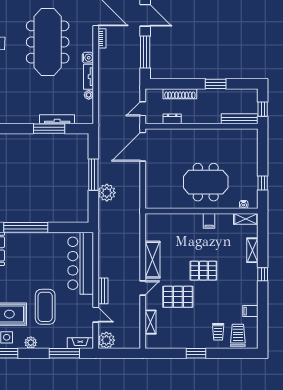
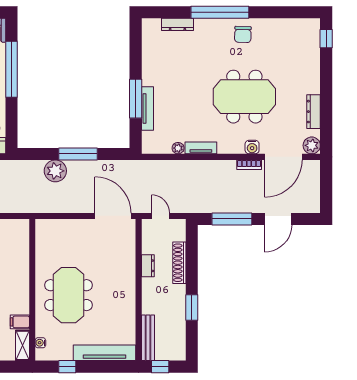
meeting table: (48, 42) -> (244, 97), width x0.73
water cooler: (88, 58) -> (252, 147), moved
dresser: (172, 119) -> (148, 266), moved
tv unit: (252, 153) -> (105, 353), added
filing cabinet: (209, 221) -> (20, 322), moved

